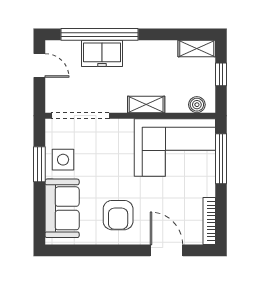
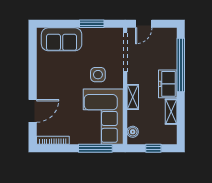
shelving: (197, 49) -> (171, 112), moved
freezer: (102, 53) -> (168, 84), moved
door: (39, 65) -> (144, 24), moved
side table: (63, 160) -> (98, 75), moved
armchair: (118, 215) -> (57, 78), removed

